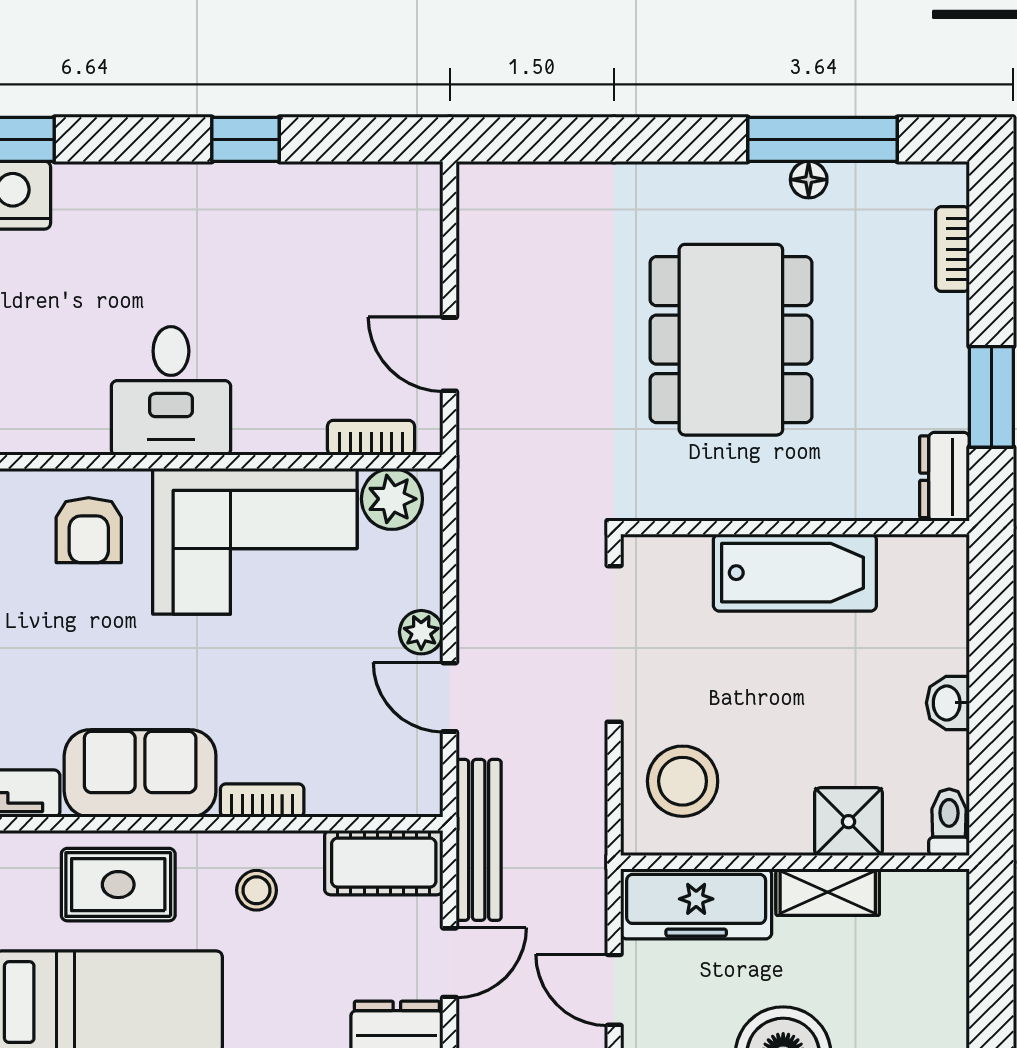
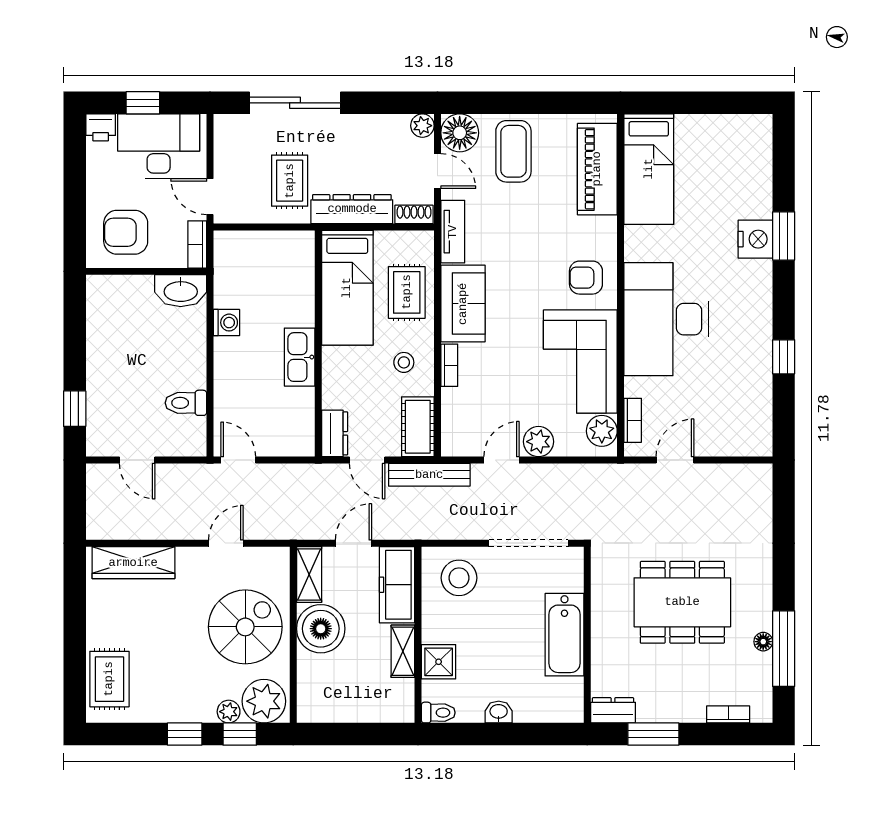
desk: (171, 391) -> (666, 319), width x1.87, depth x1.30
plant: (421, 632) -> (538, 442), width x1.38, depth x1.38

